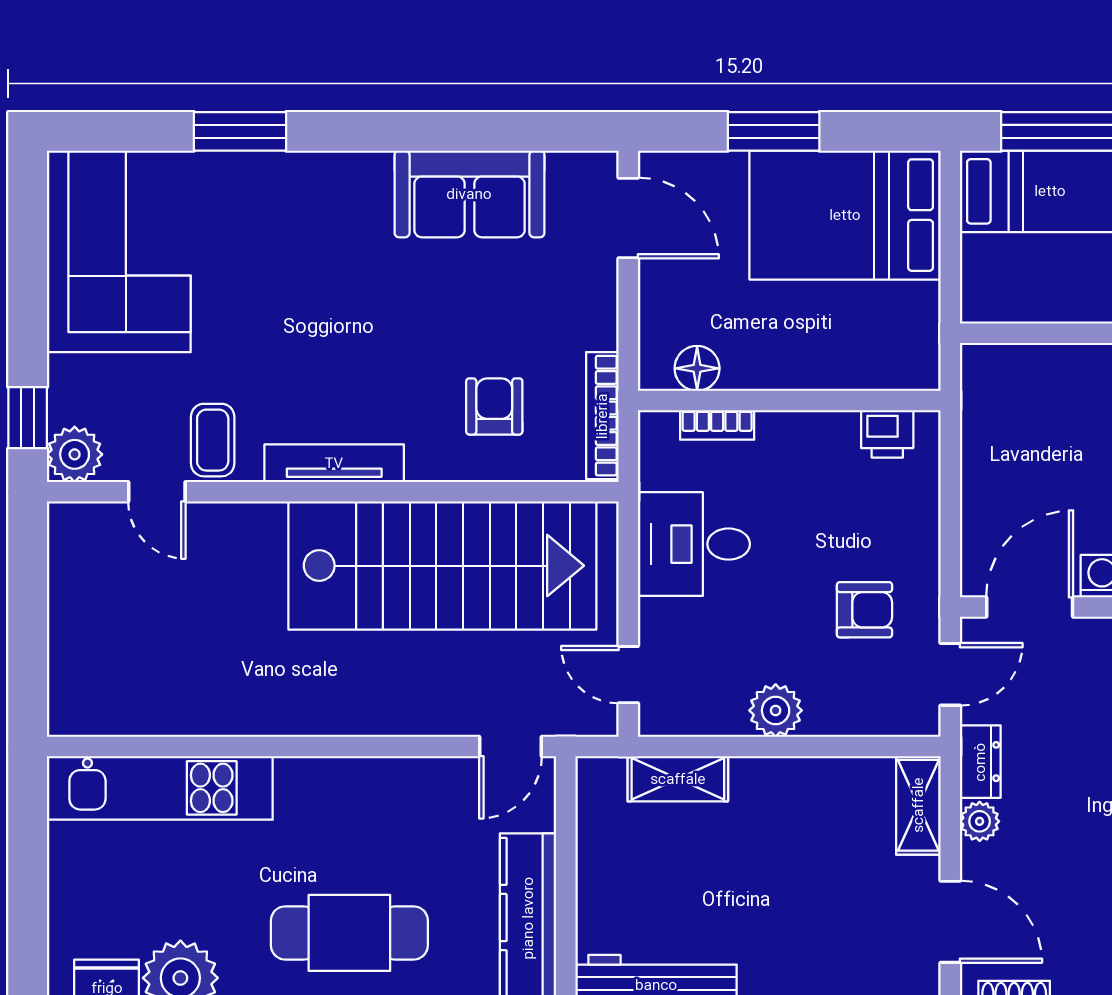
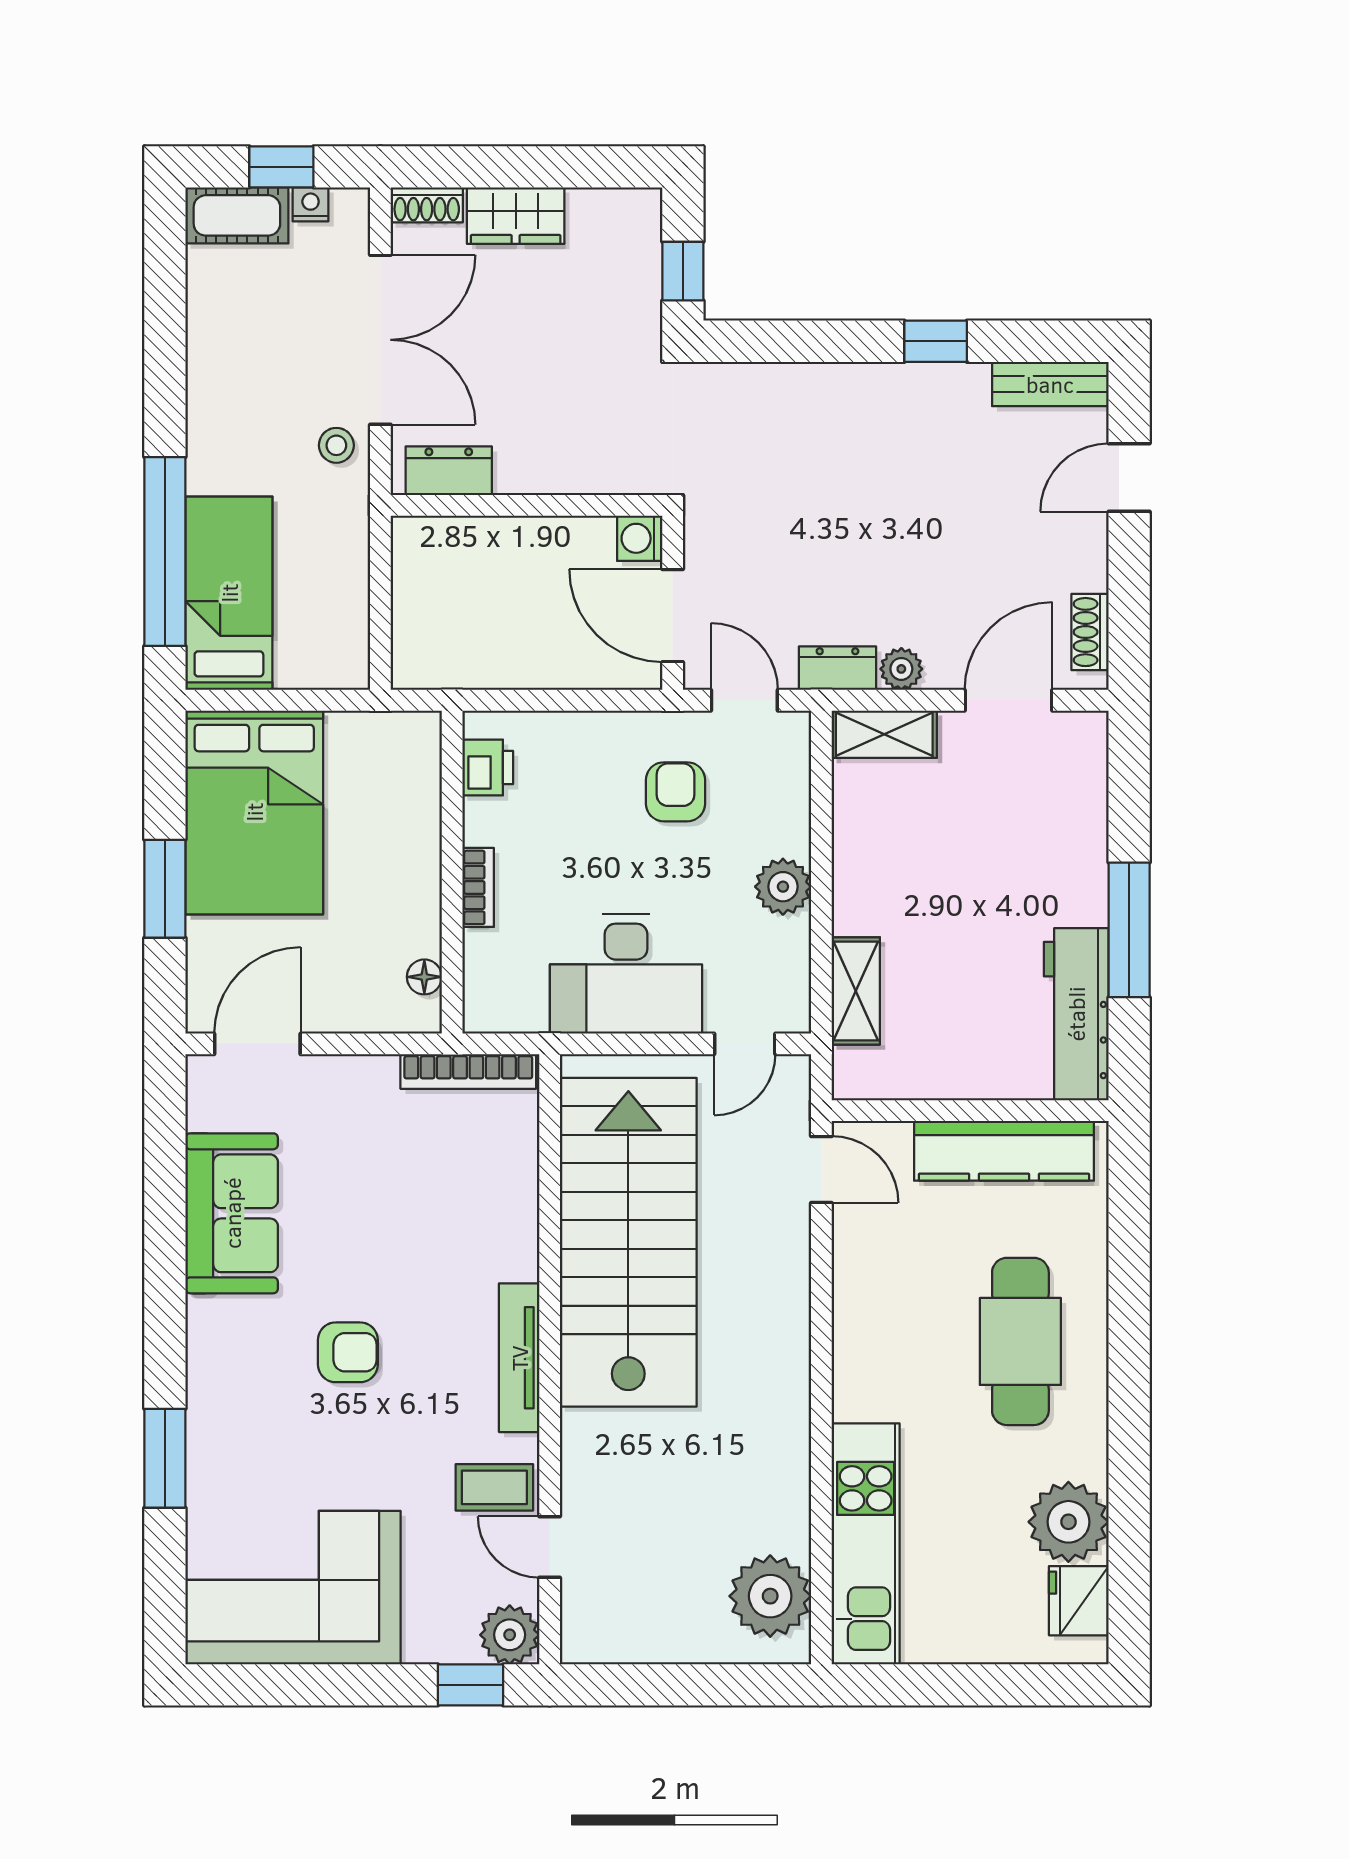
floor lamp: (697, 368) -> (424, 977), width x0.73, depth x0.73
armchair: (494, 406) -> (348, 1352), moved, turned 180
bookcase: (717, 425) -> (478, 887), moved
door: (157, 492) -> (550, 1547), swing flipped
desk: (694, 544) -> (626, 974), width x1.37
plant: (111, 699) -> (770, 1596), added

